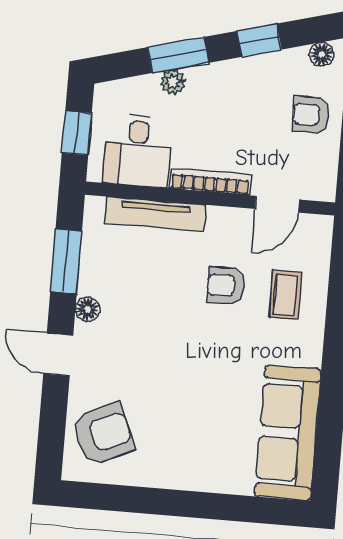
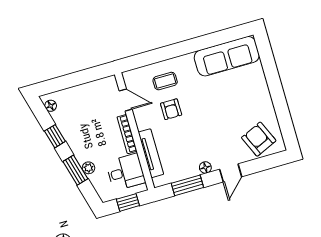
armchair: (311, 115) -> (80, 100), removed

